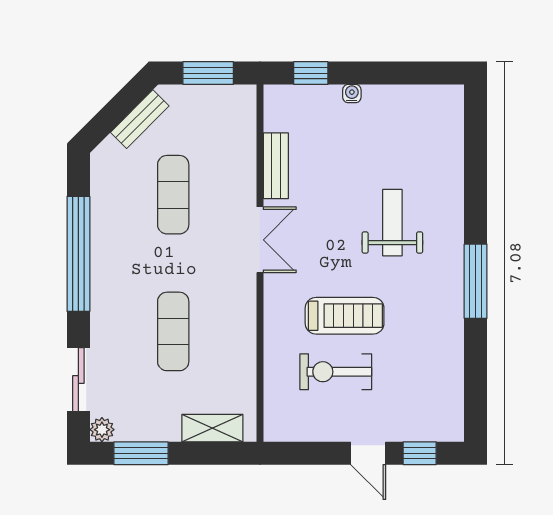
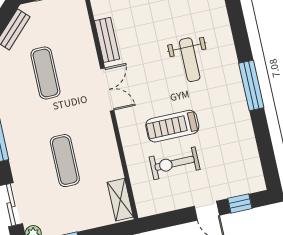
weight bench: (392, 223) -> (190, 60), turned 180
treadmill: (345, 316) -> (172, 126), turned 180
shelving: (212, 428) -> (120, 200), moved, turned 90

